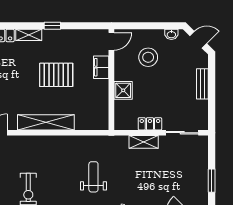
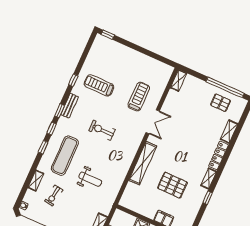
pallet: (56, 75) -> (172, 185), turned 90

